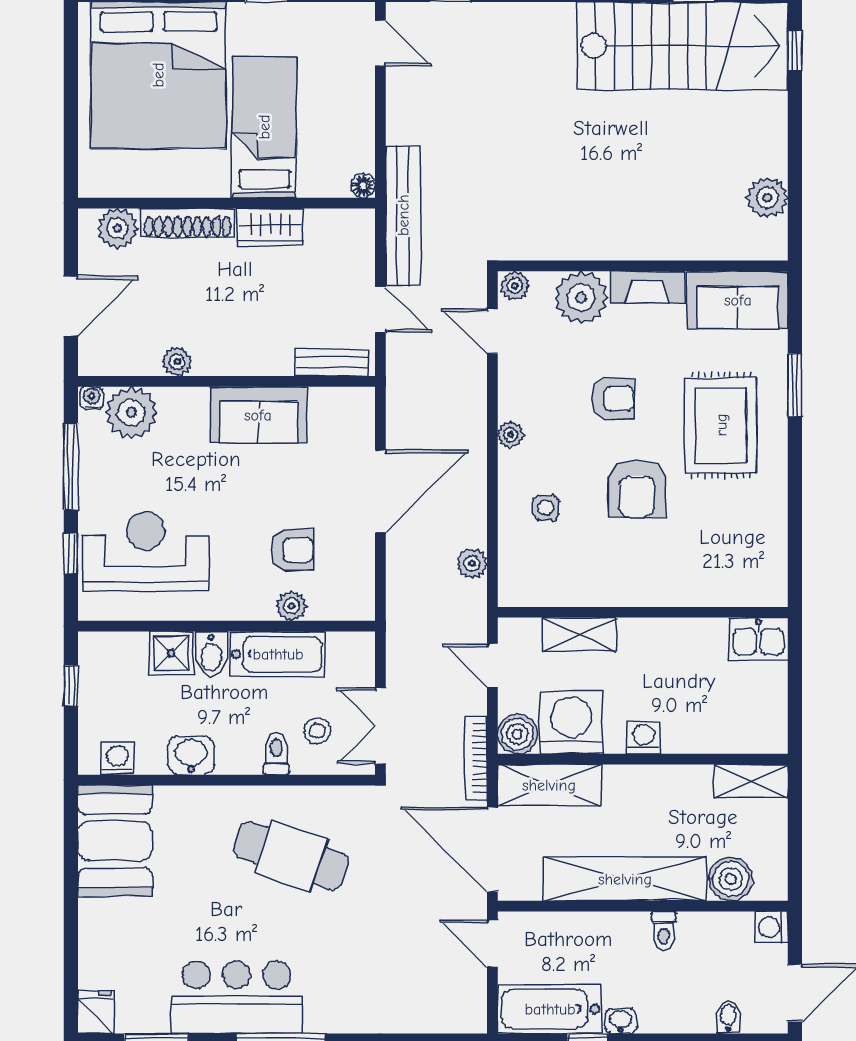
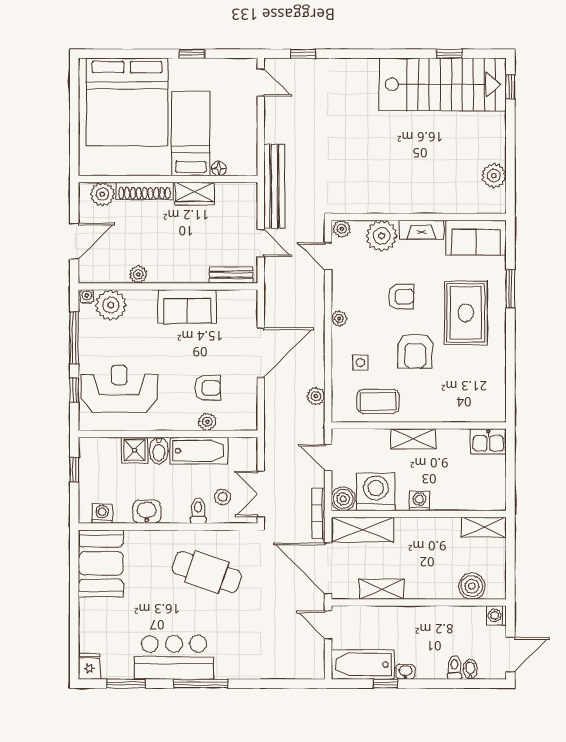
floor lamp: (363, 186) -> (219, 169), moved
coffee table: (575, 572) -> (378, 401), added
shelving: (579, 634) -> (413, 439), moved
shelving: (625, 879) -> (381, 589), width x0.45, depth x0.75
toilet: (664, 931) -> (455, 668), moved, turned 180

